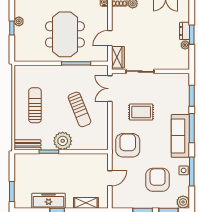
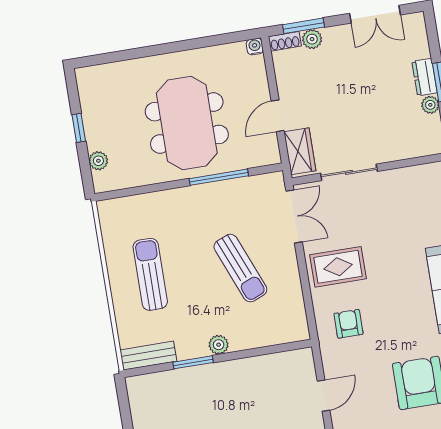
plant: (19, 21) -> (98, 161), moved
double door: (110, 89) -> (294, 216), swing flipped
rug: (141, 112) -> (338, 267), moved
plant: (63, 141) -> (219, 345), width x0.53, depth x0.53
armchair: (128, 145) -> (348, 324), width x0.53, depth x0.53

